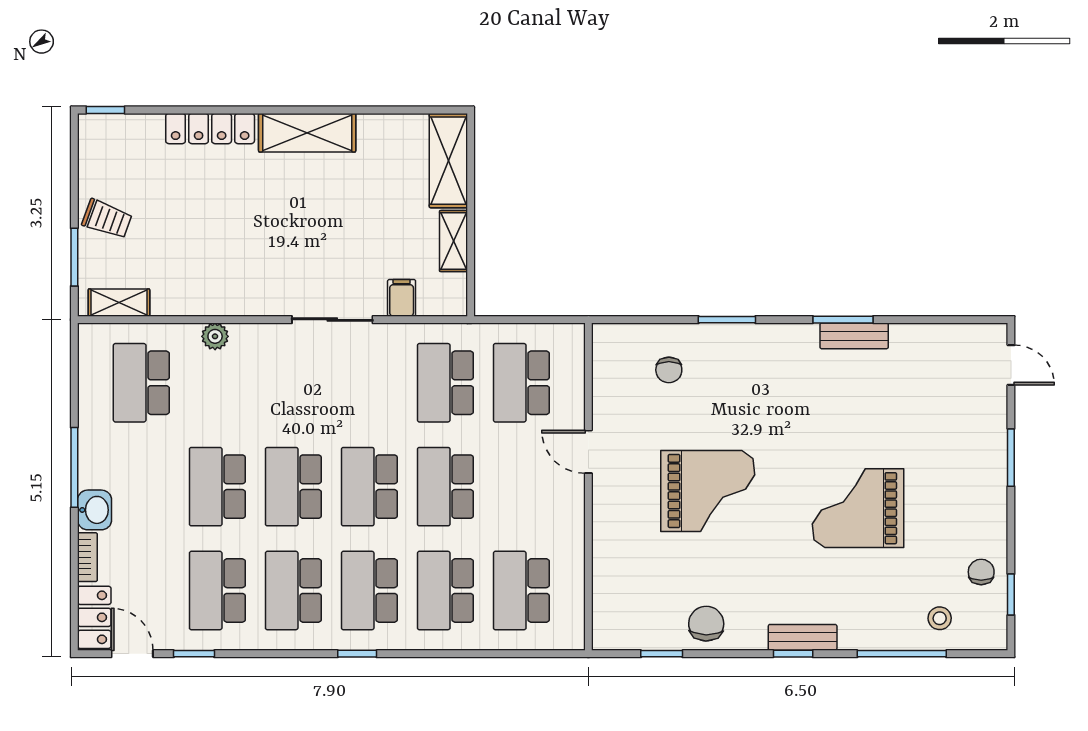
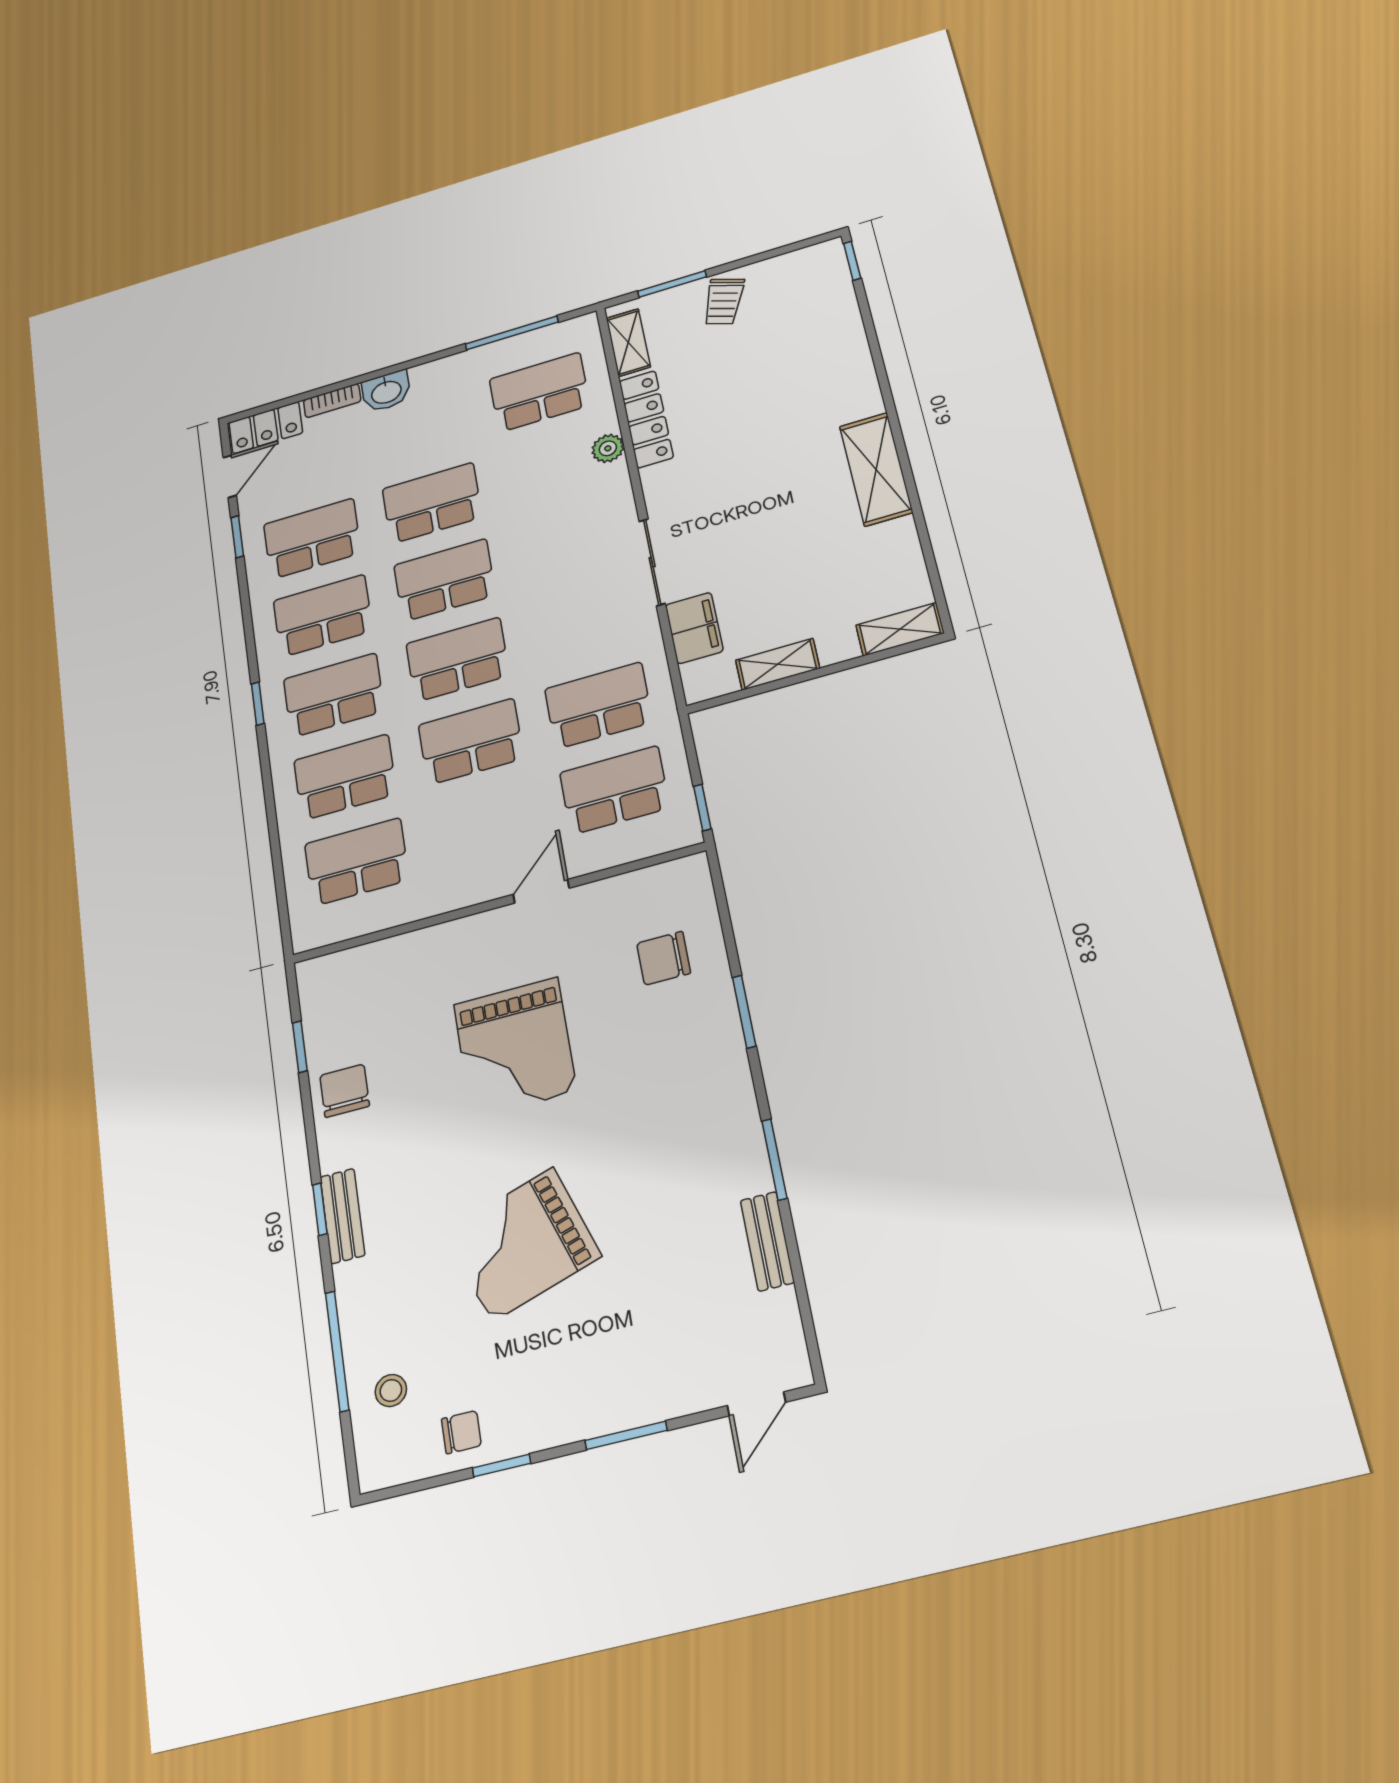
locker: (210, 129) -> (646, 419), moved, turned 180
shelving: (448, 161) -> (900, 629), width x0.67, depth x0.75
filing cabinet: (402, 298) -> (694, 628), width x2.00
window: (556, 320) -> (702, 808), added
bench: (854, 336) -> (767, 1241), moved
chair: (669, 370) -> (664, 958), width x1.37, depth x1.37
window: (74, 467) -> (512, 333), moved
grand piano: (858, 508) -> (523, 1244), turned -108
window: (1011, 594) -> (501, 1466), moved
chair: (706, 624) -> (345, 1091), turned -91

